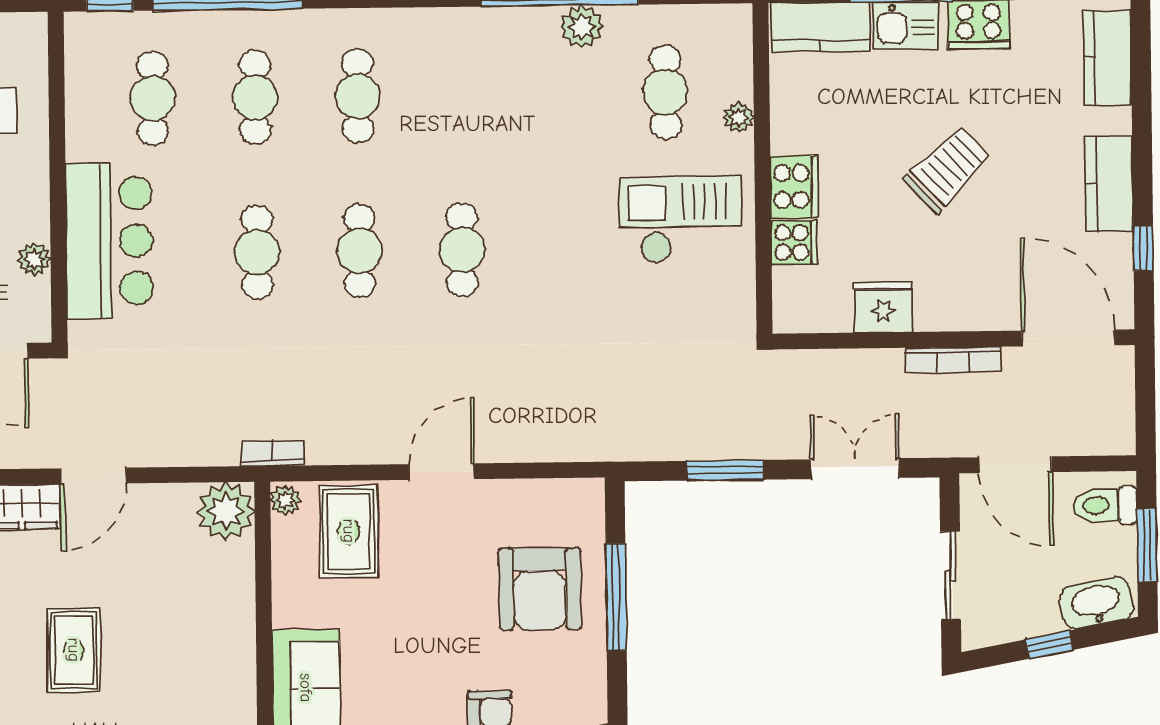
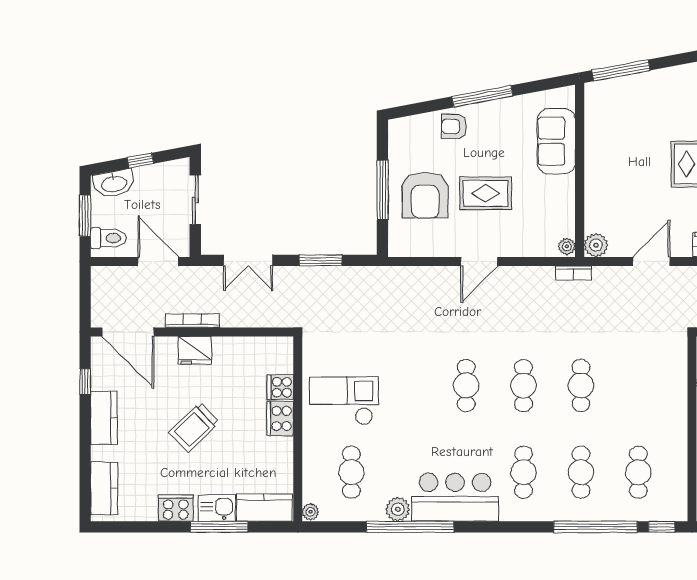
plant: (739, 117) -> (311, 512), moved
checkout: (680, 220) -> (344, 401), turned 180
bar counter: (109, 241) -> (455, 497), moved, turned 90
fridge: (883, 307) -> (195, 350), moved
door: (94, 476) -> (651, 261), moved
plant: (226, 511) -> (596, 245), width x0.73, depth x0.73
rug: (349, 531) -> (485, 193), moved, turned 90
armchair: (540, 589) -> (425, 195), turned 180

